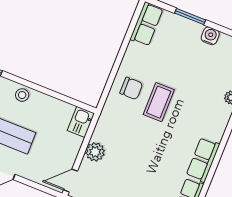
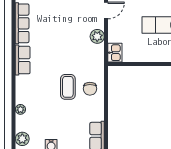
chair: (131, 88) -> (90, 89), turned -90
stool: (22, 95) -> (162, 55), removed

